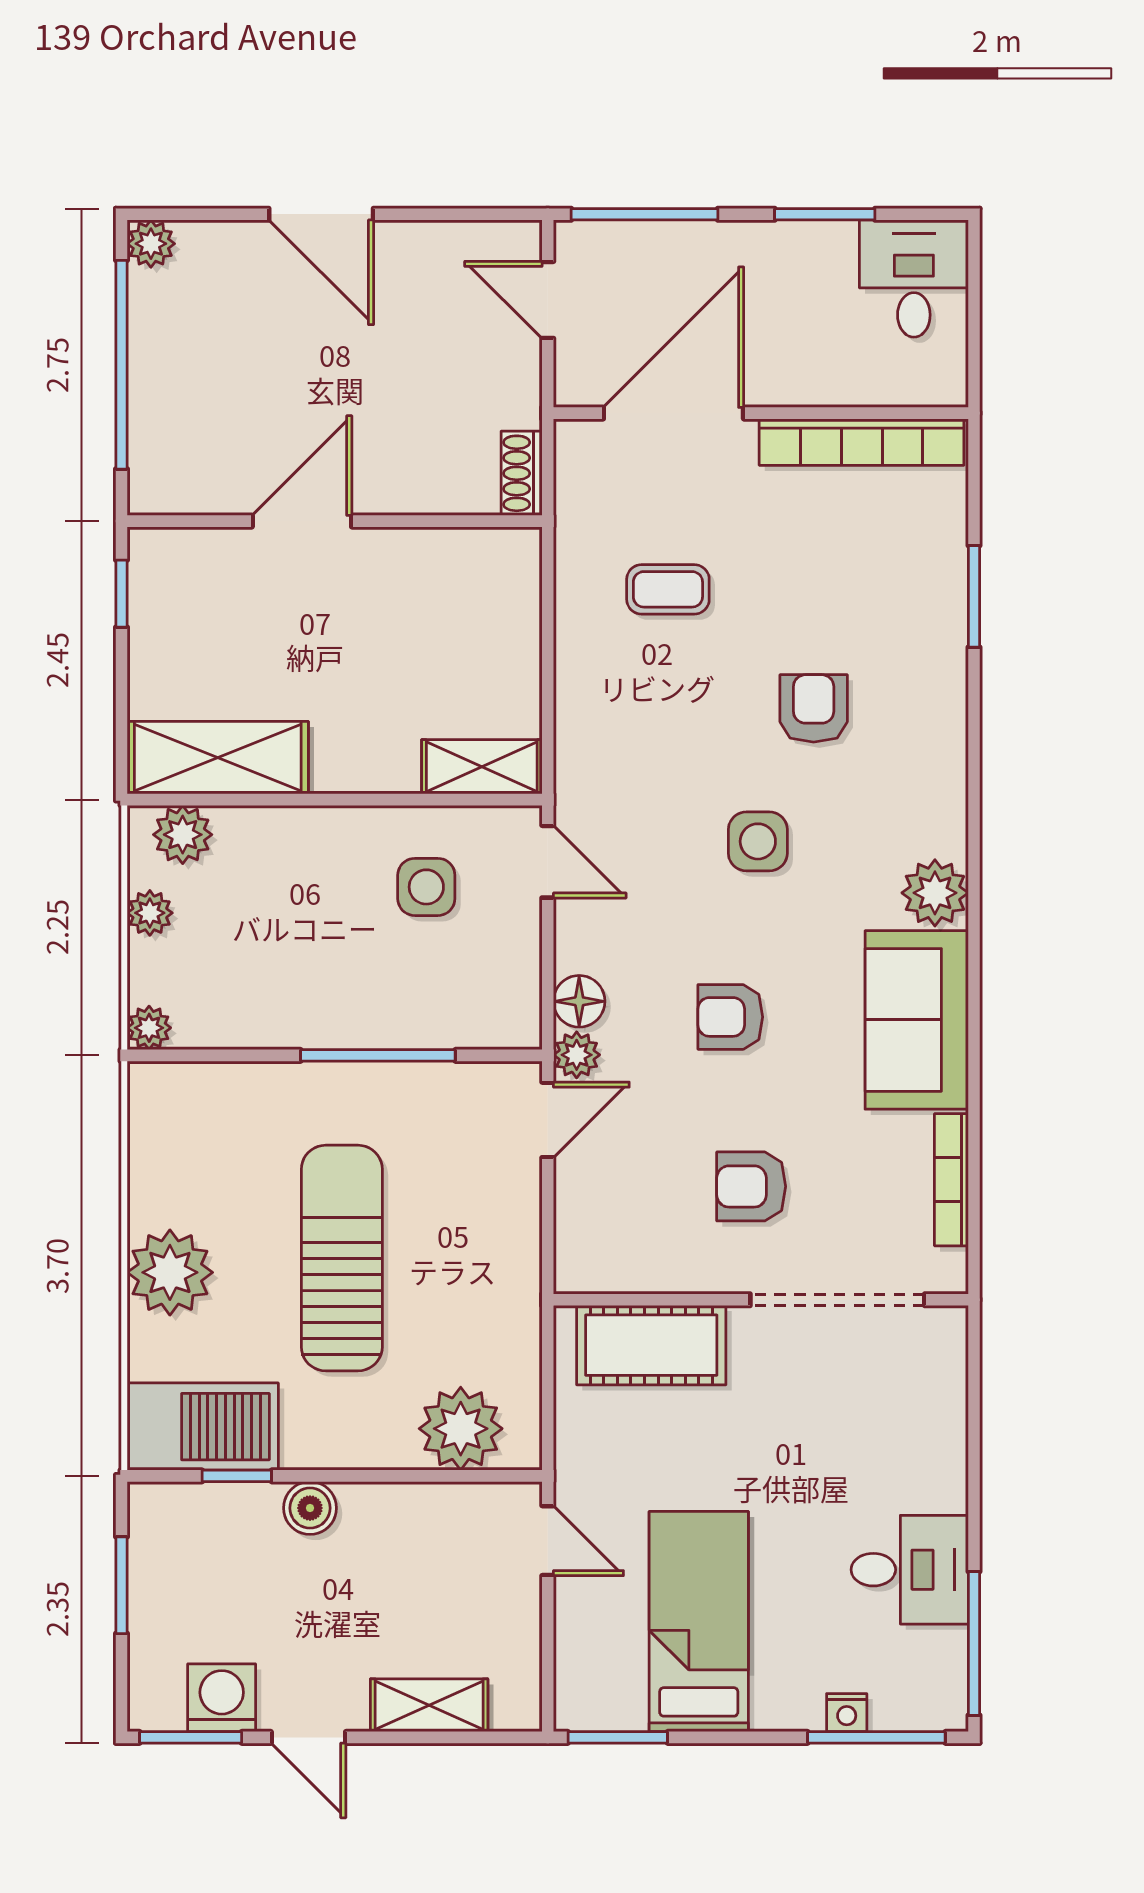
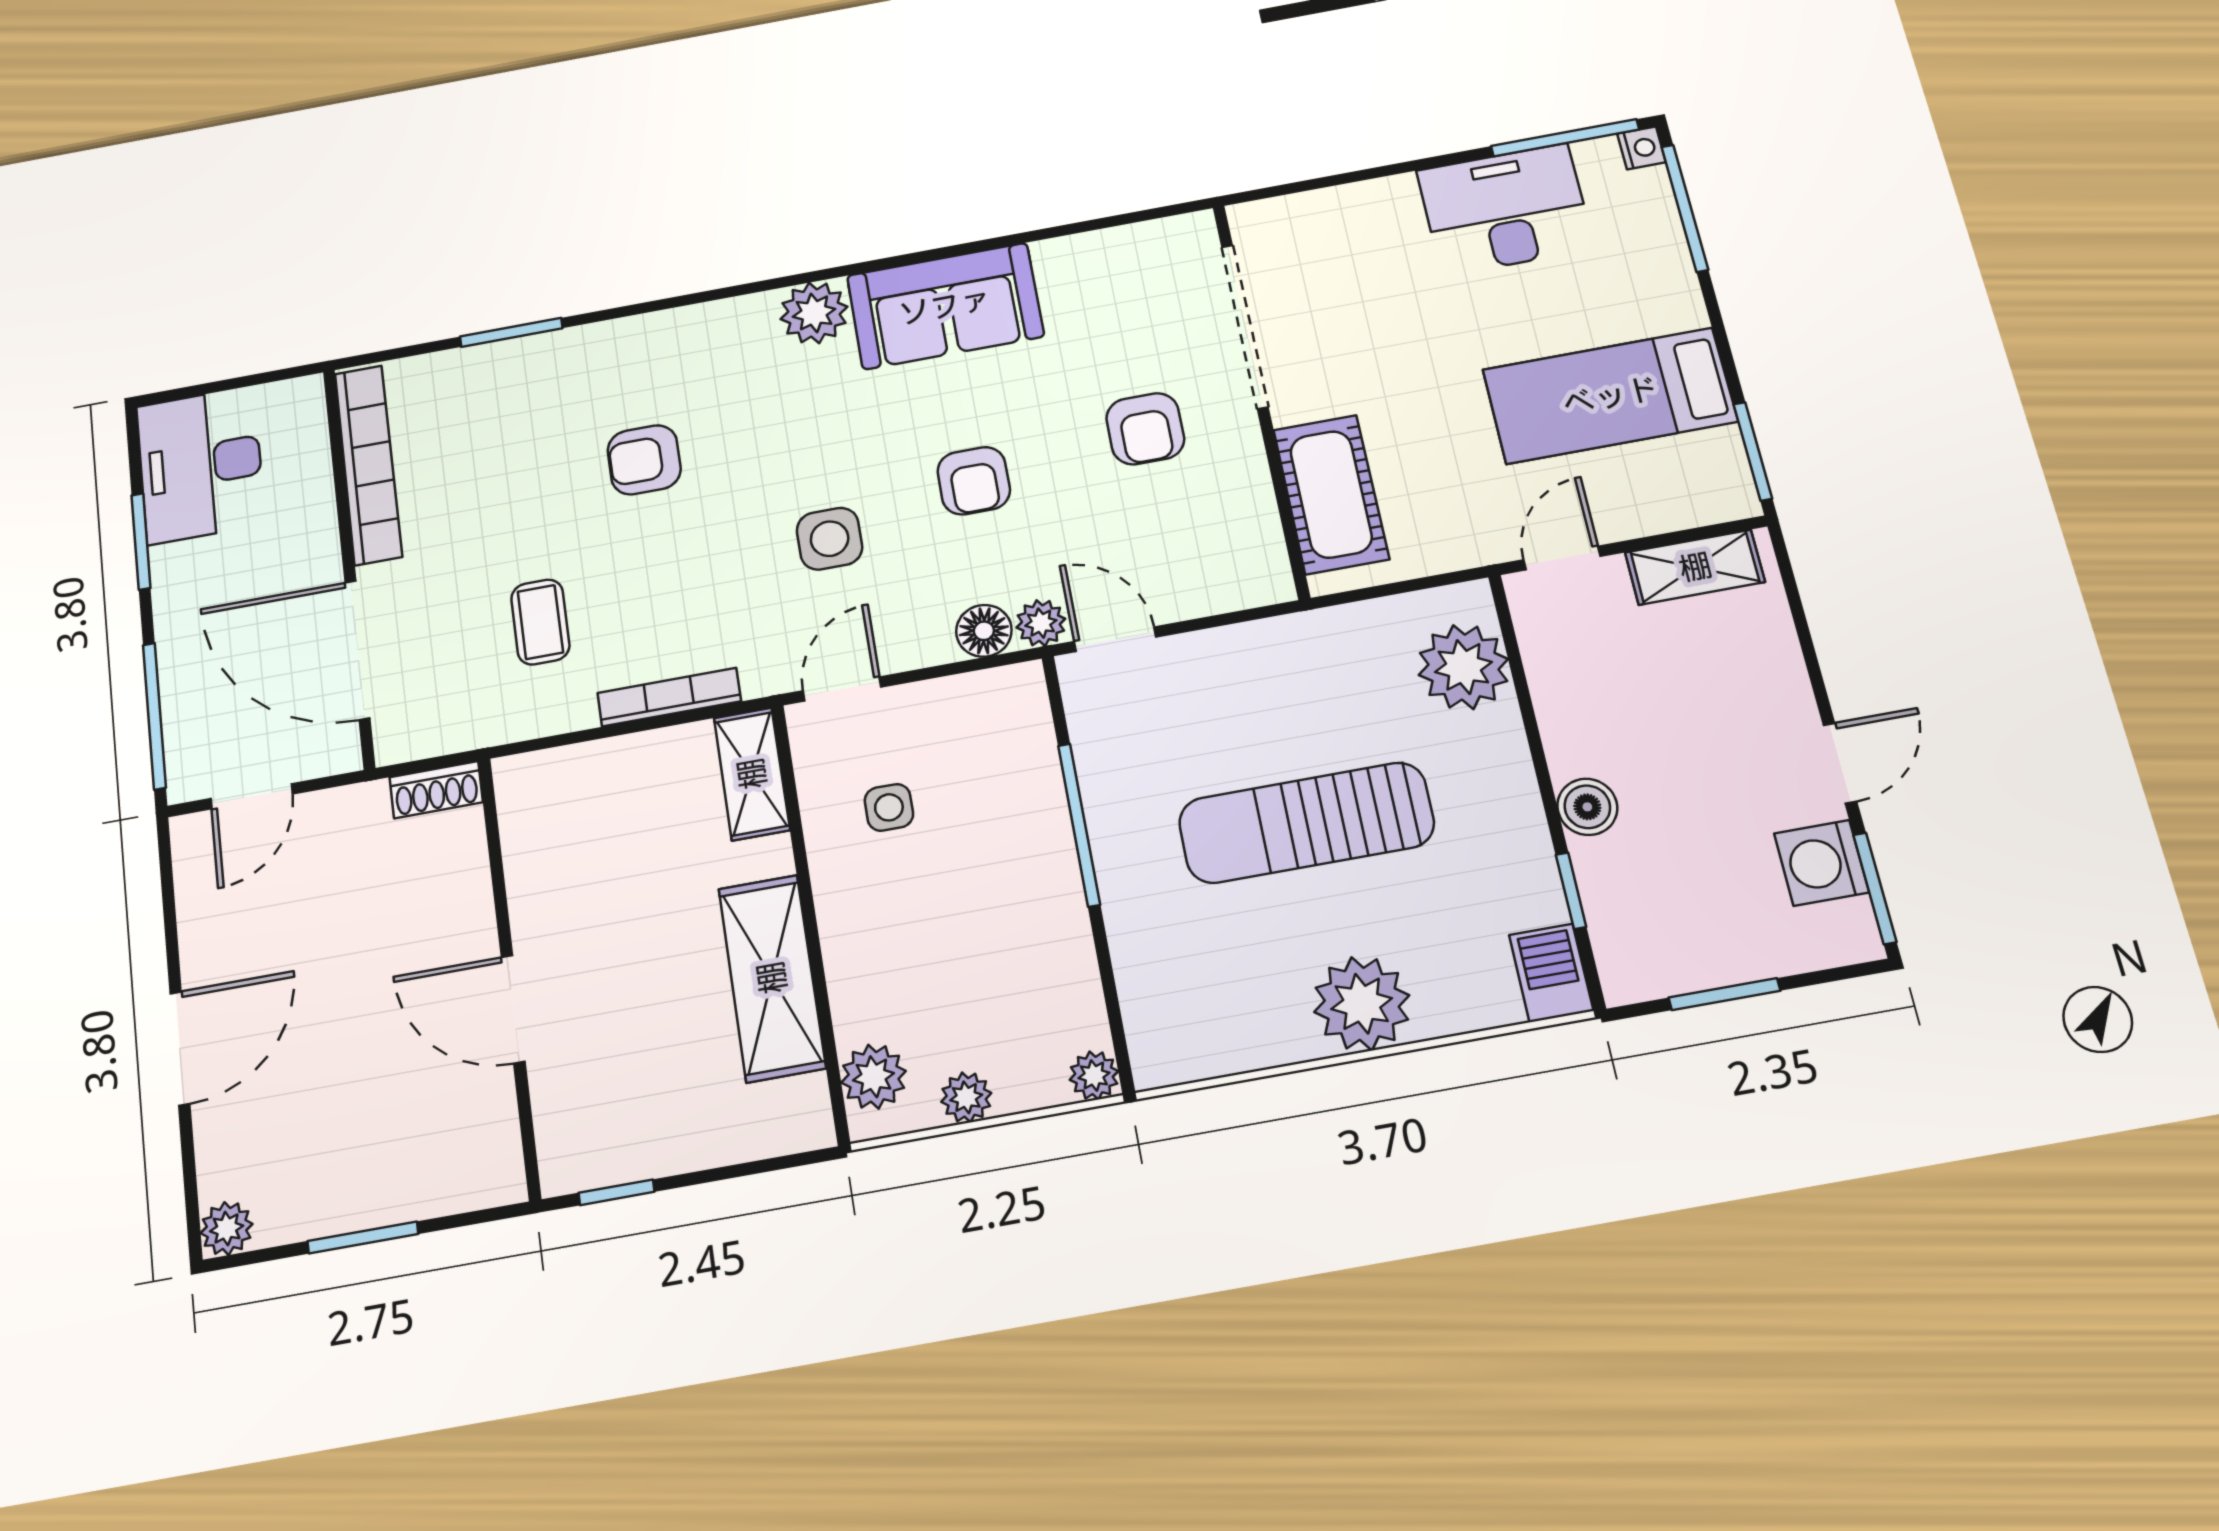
desk: (914, 279) -> (201, 465), width x1.37
window: (121, 365) -> (363, 1238), width x0.47
shelving: (218, 758) -> (772, 978), moved
side table: (758, 841) -> (830, 539), moved
side table: (426, 887) -> (889, 807), width x0.73, depth x0.73
bookcase: (951, 1180) -> (669, 697), moved, turned 180
barbecue: (203, 1427) -> (1551, 973), width x0.53, depth x0.65
desk: (910, 1570) -> (1505, 209), width x1.37
shelving: (429, 1705) -> (1695, 567), moved, turned 90
nightstand: (847, 1713) -> (1642, 148), moved

